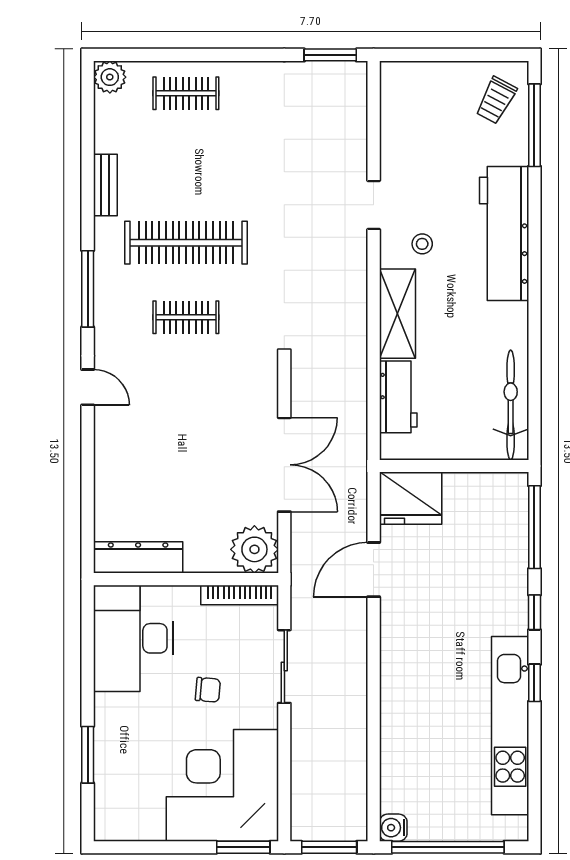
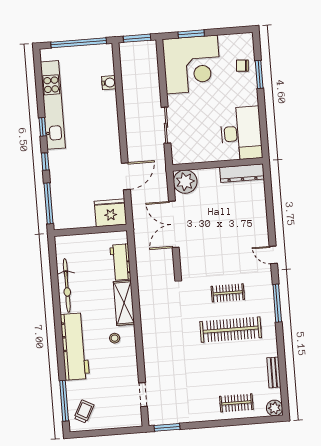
bench: (105, 185) -> (274, 372), moved
doorway: (374, 205) -> (143, 395), moved
bicycle: (511, 405) -> (67, 285), moved
bookcase: (240, 595) -> (191, 159), removed
chair: (208, 690) -> (242, 66), moved
water cooler: (393, 828) -> (109, 83), moved
window: (243, 847) -> (191, 34), moved

